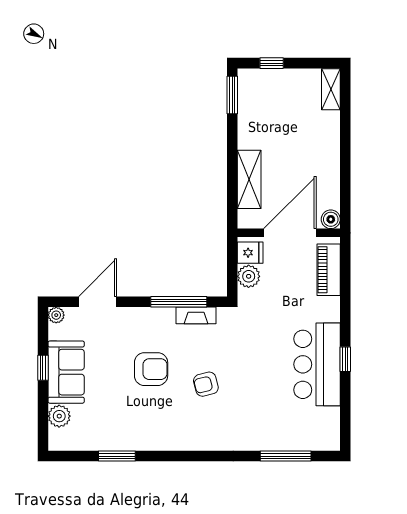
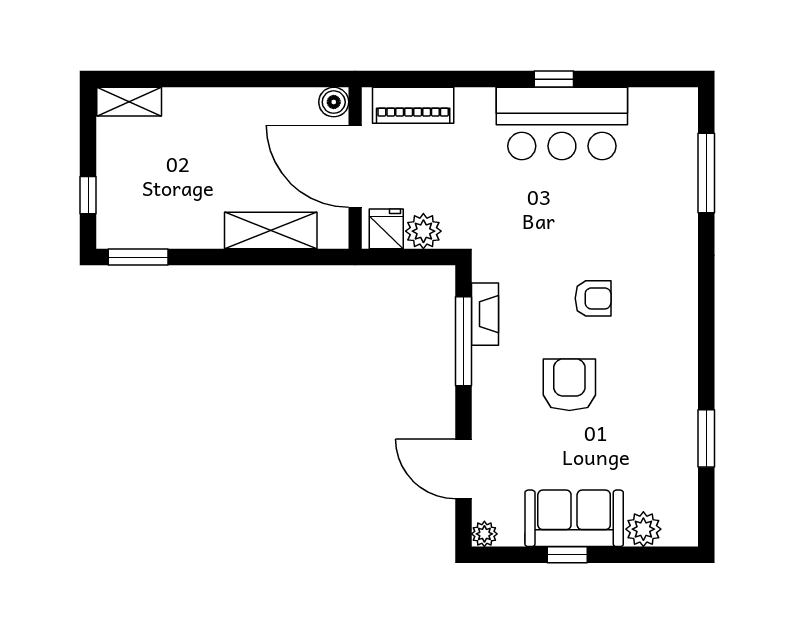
armchair: (206, 384) -> (593, 298), turned -76

